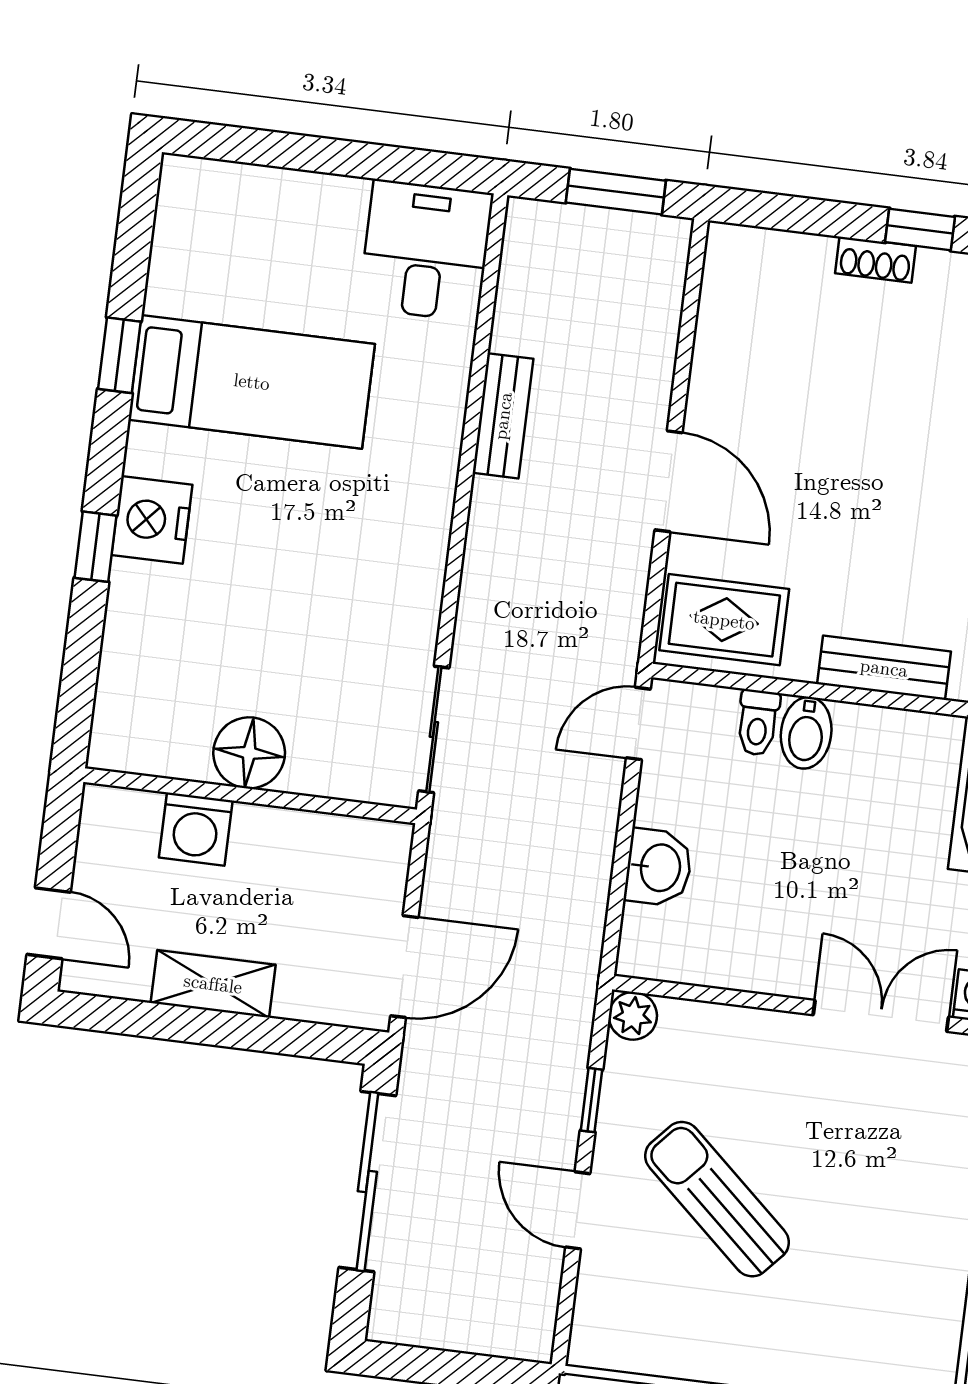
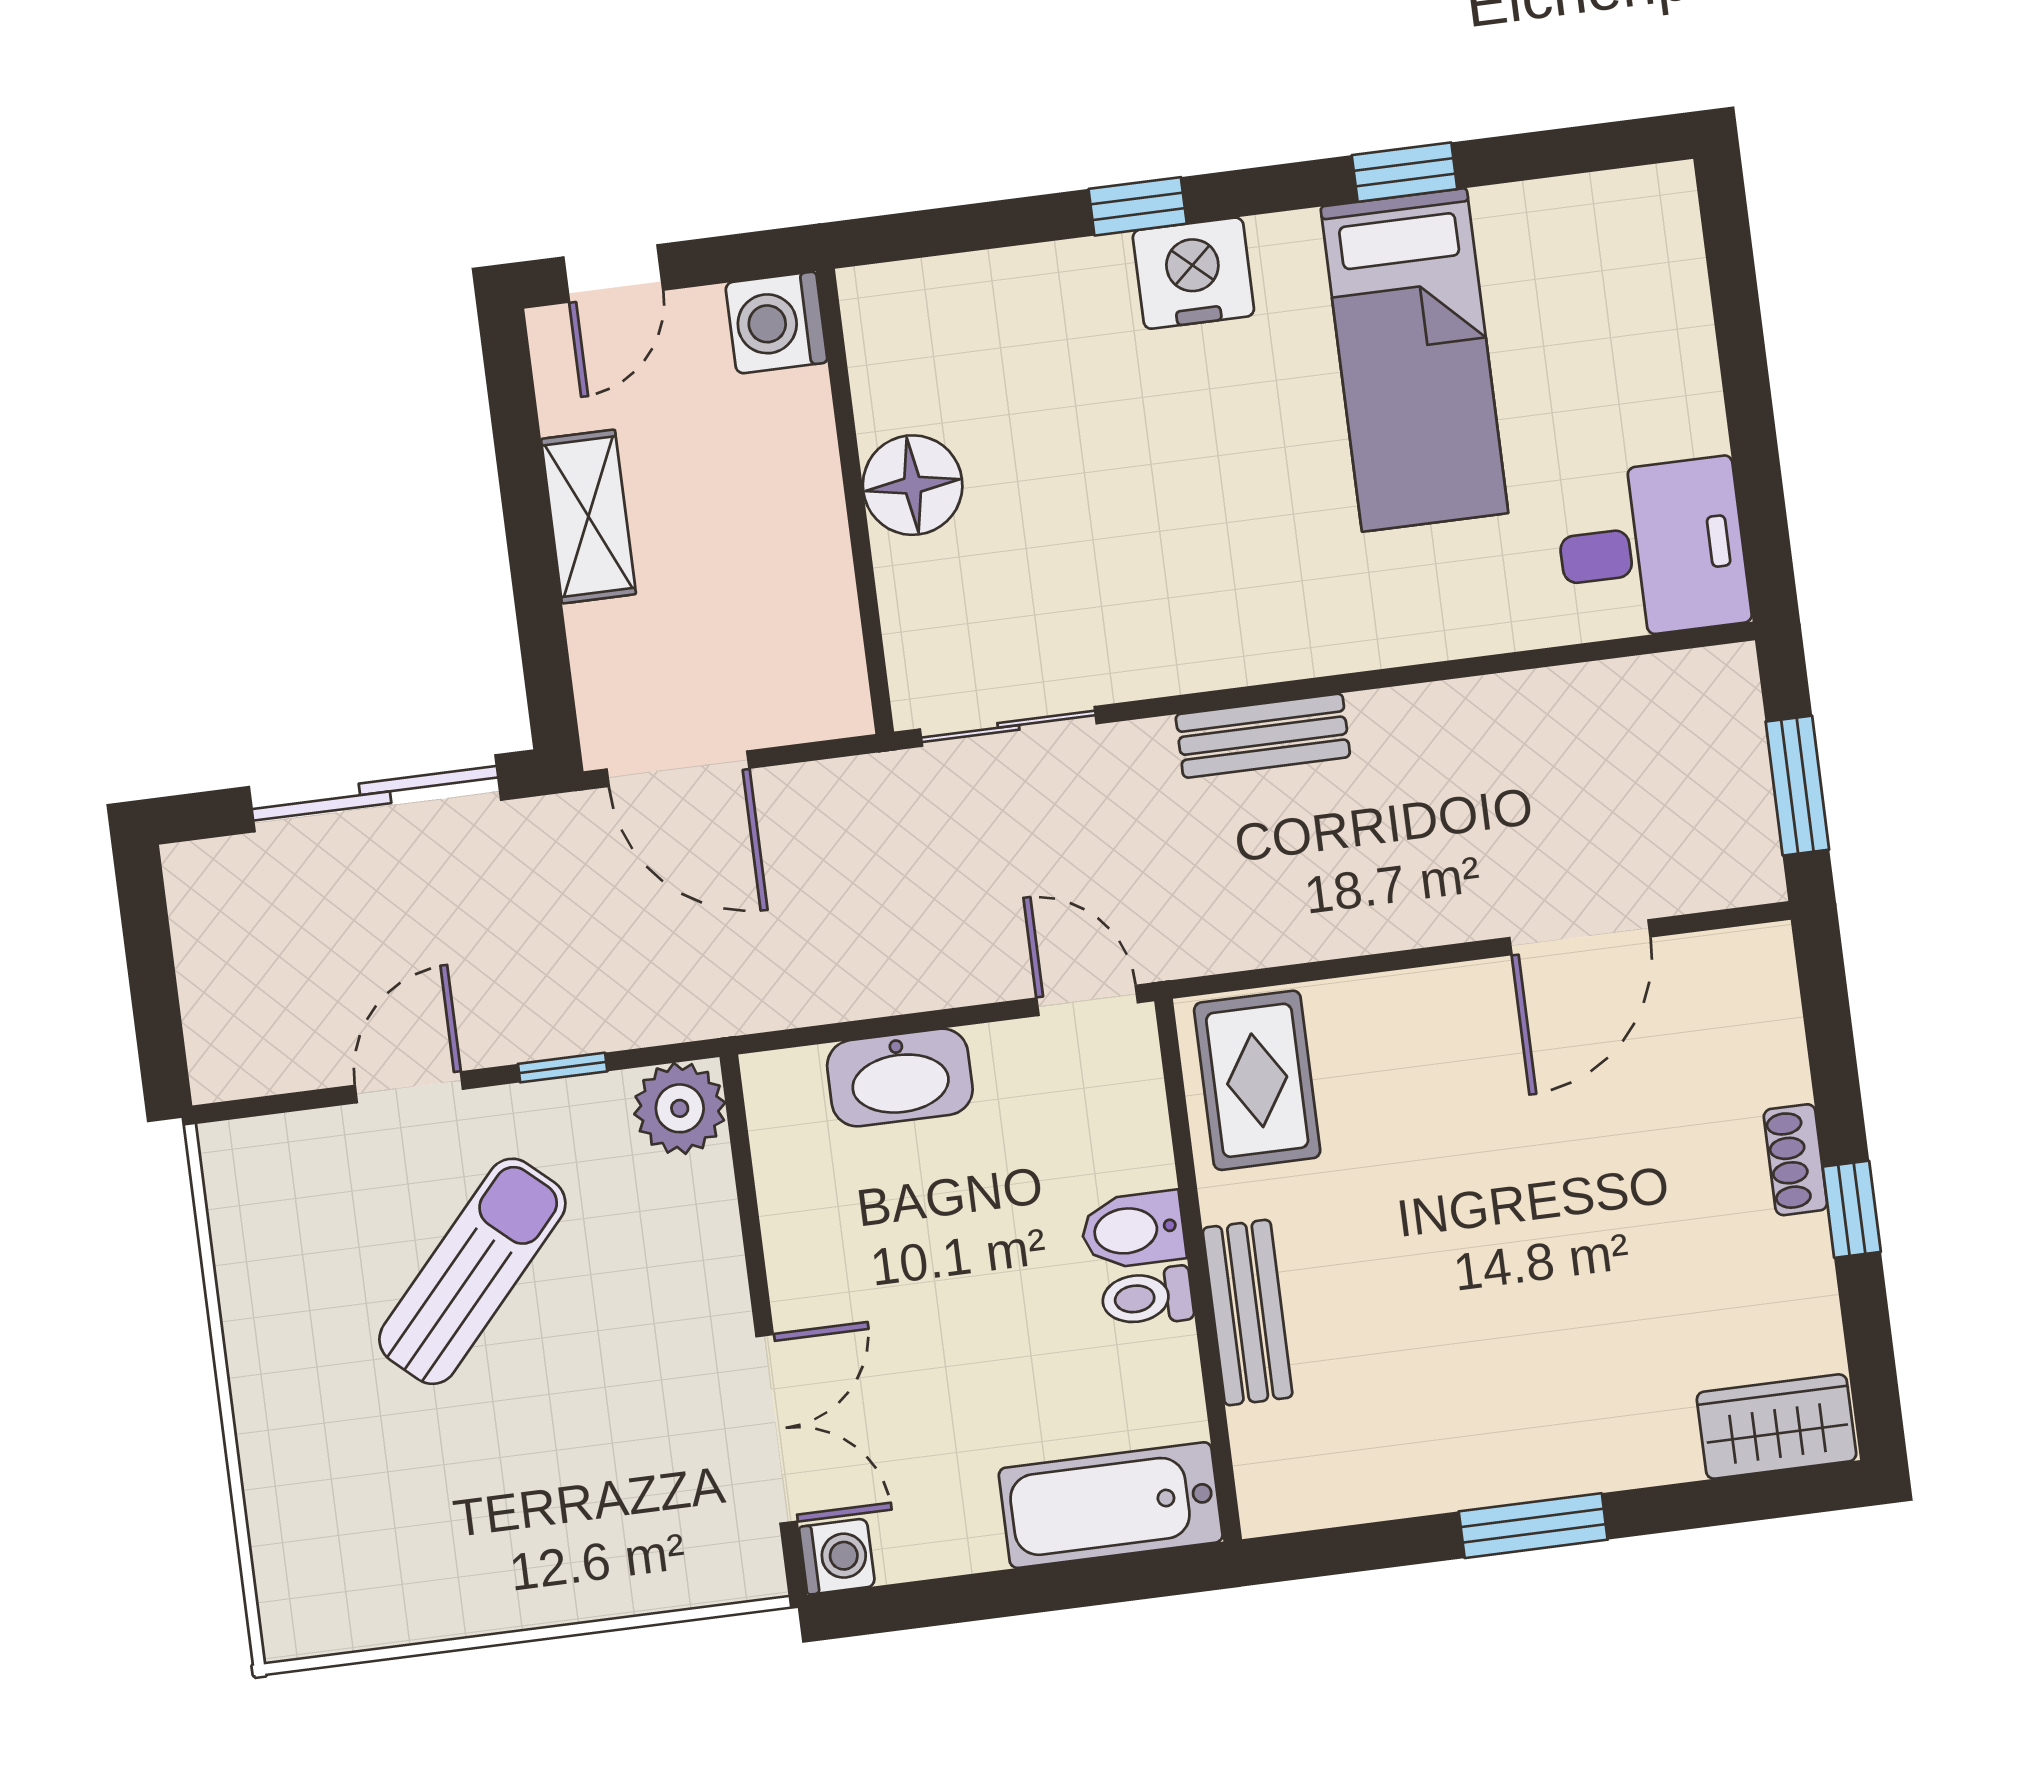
bench: (503, 416) -> (1263, 736), moved
door: (669, 481) -> (1580, 937), moved
toilet: (758, 723) -> (1147, 1297), moved
washing machine: (196, 829) -> (776, 323), moved
washbasin: (659, 868) -> (900, 1078), width x1.38
plant: (633, 1016) -> (680, 1108), width x1.38, depth x1.38

